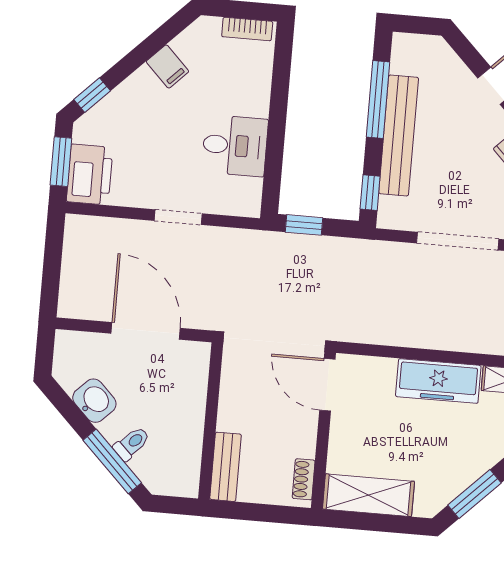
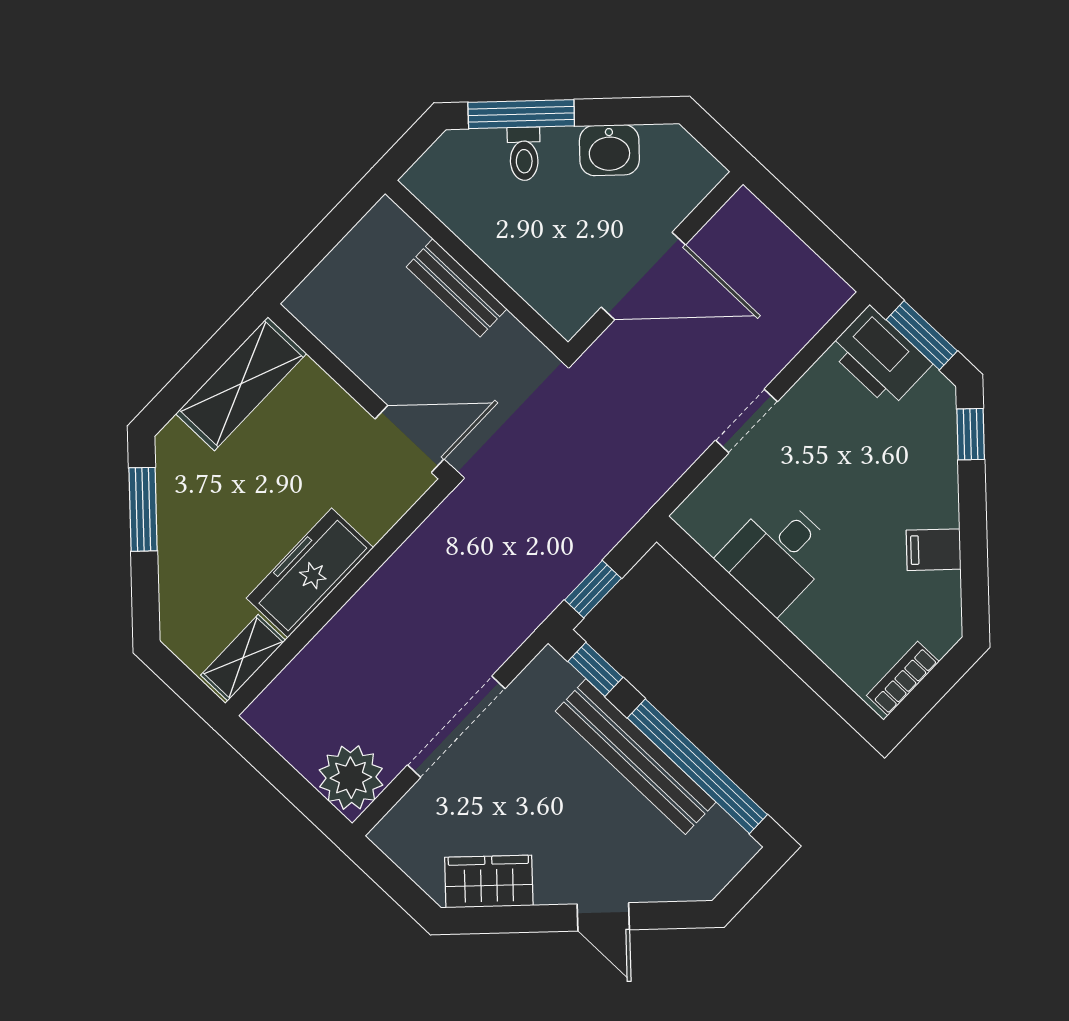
window: (378, 99) -> (697, 766), width x1.46
window: (304, 225) -> (593, 589), moved
bench: (226, 467) -> (457, 288), moved
shoe rack: (304, 479) -> (321, 322), removed

